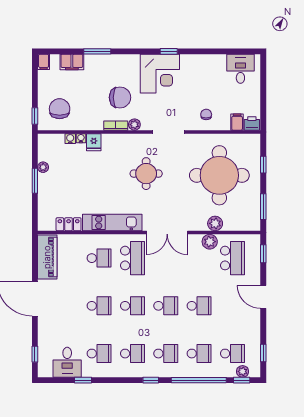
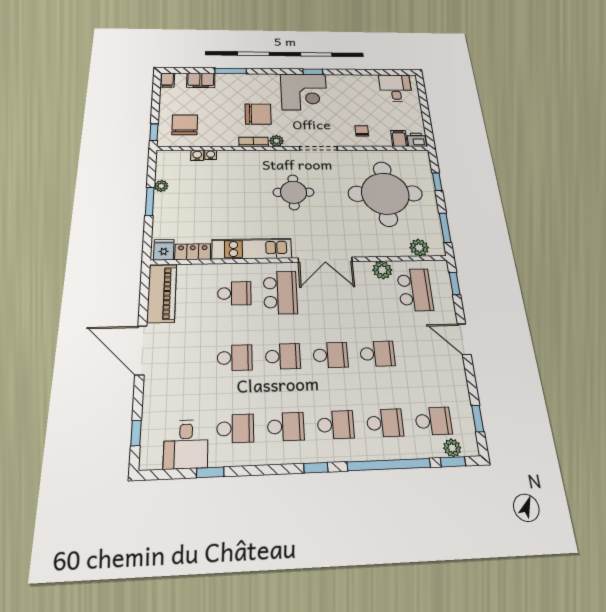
fridge: (94, 142) -> (164, 250), moved, turned 180
plant: (215, 223) -> (419, 248), moved

